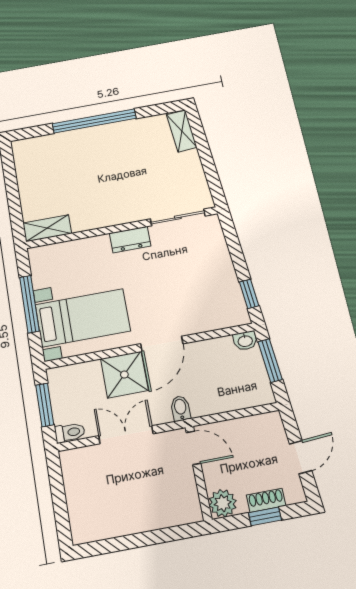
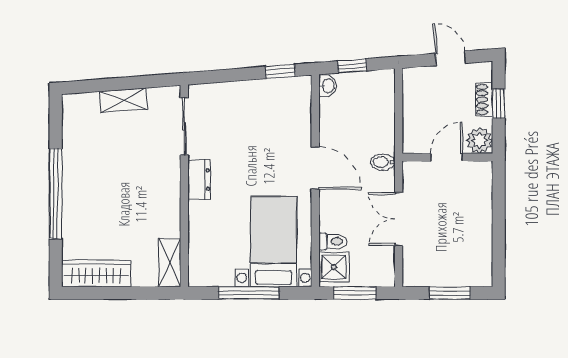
shelving: (182, 131) -> (123, 100), moved
wardrobe: (27, 167) -> (96, 274), added
window: (270, 361) -> (352, 66), width x0.67
shower: (124, 375) -> (334, 267), moved, width x0.73, depth x0.73
toilet: (70, 433) -> (333, 241), moved, turned 90
door: (194, 448) -> (446, 157), moved
window: (59, 502) -> (450, 293), added

